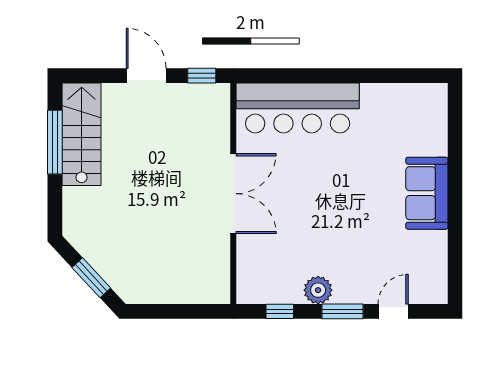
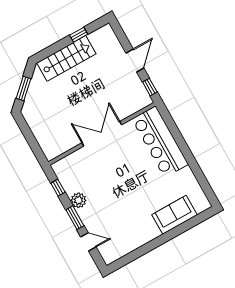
stairs: (82, 134) -> (66, 58), moved
window: (55, 142) -> (79, 35), width x0.46
sofa: (427, 193) -> (175, 215), moved
double door: (233, 194) -> (102, 134), swing flipped

